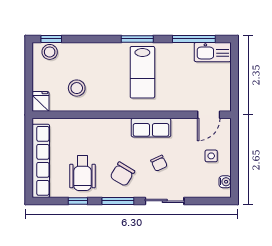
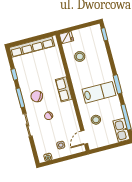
stool: (50, 52) -> (96, 120), moved
lab bench: (142, 72) -> (99, 92), turned 180
door: (209, 115) -> (84, 137), hinge flipped
row of seats: (151, 128) -> (64, 89), moved
wheelchair: (82, 173) -> (31, 73), removed

